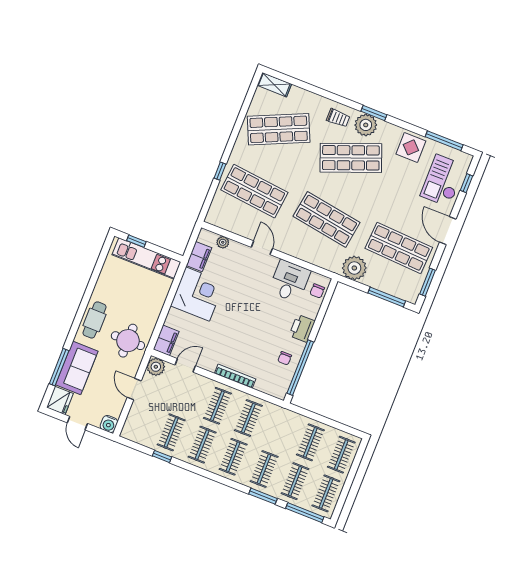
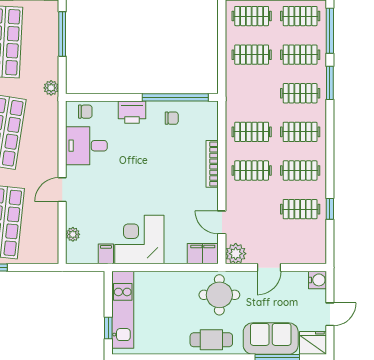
filing cabinet: (199, 257) -> (106, 254), width x0.50
plant: (354, 268) -> (51, 88), width x0.53, depth x0.53

